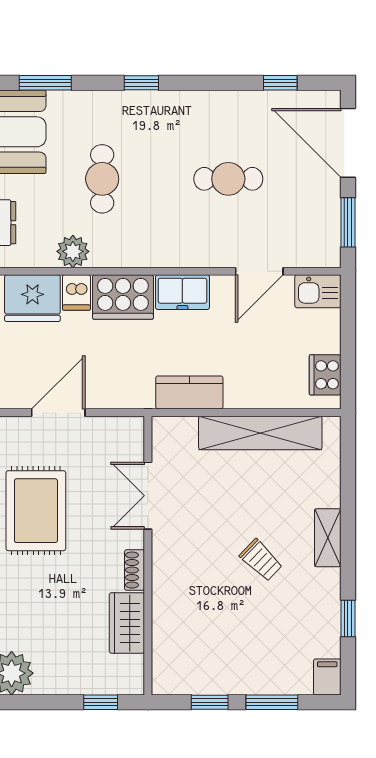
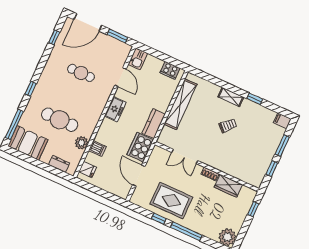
window: (45, 83) -> (14, 124), width x1.44
cafe table: (102, 179) -> (60, 120), width x1.37, depth x1.35
cafe table: (228, 179) -> (81, 73), turned 90
cooker: (123, 297) -> (140, 147), moved, turned 180
fridge: (32, 298) -> (88, 170), width x0.53, depth x0.75
window: (348, 618) -> (255, 99), moved

